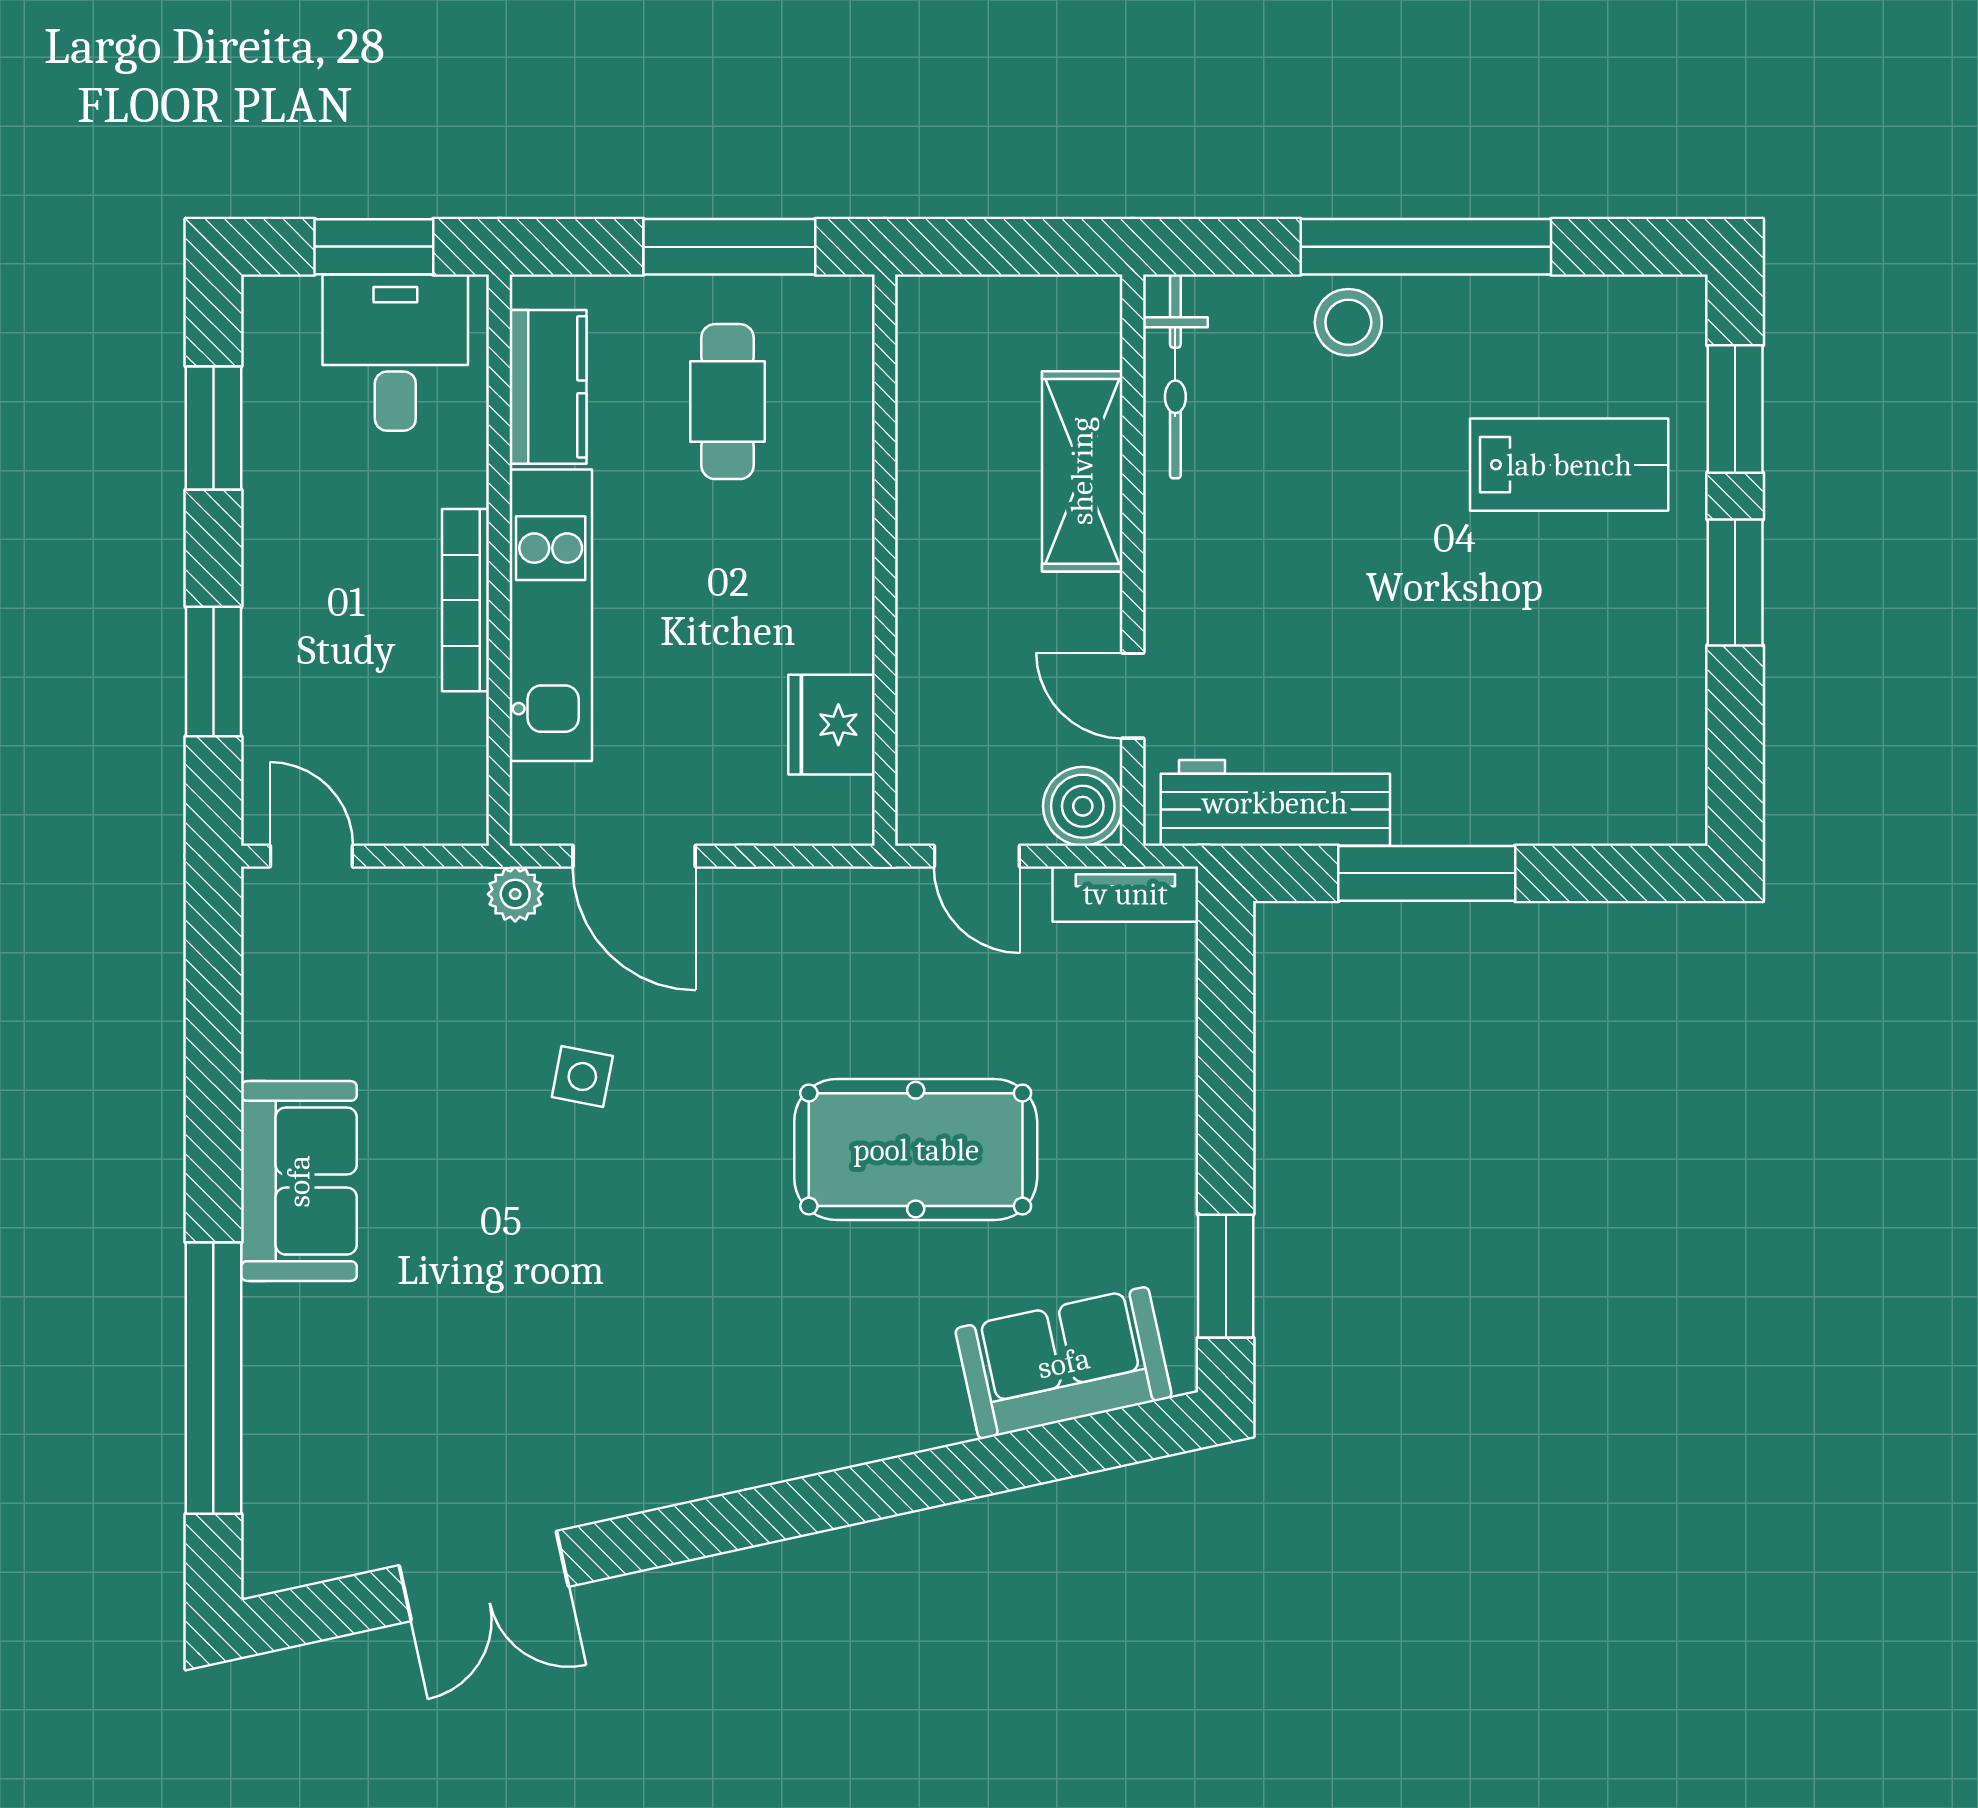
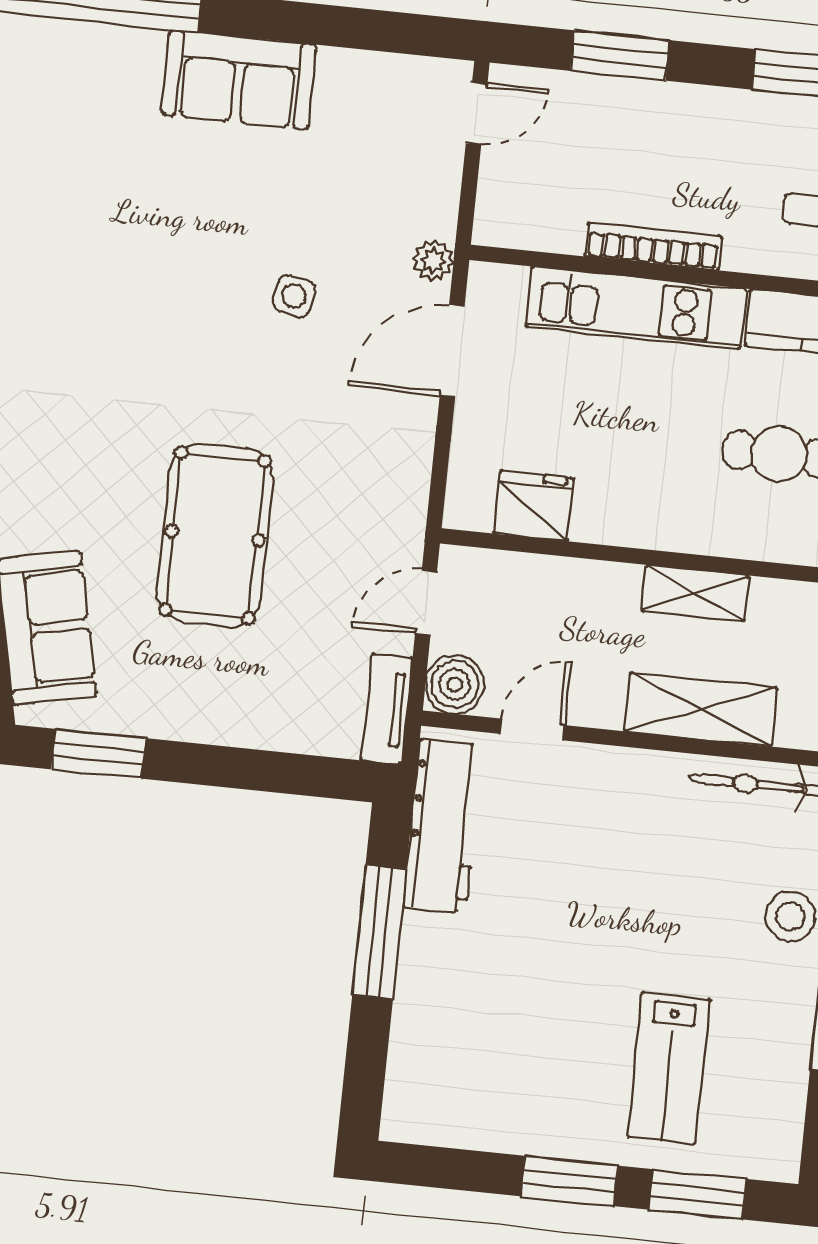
shelving: (927, 495) -> (695, 593), added

